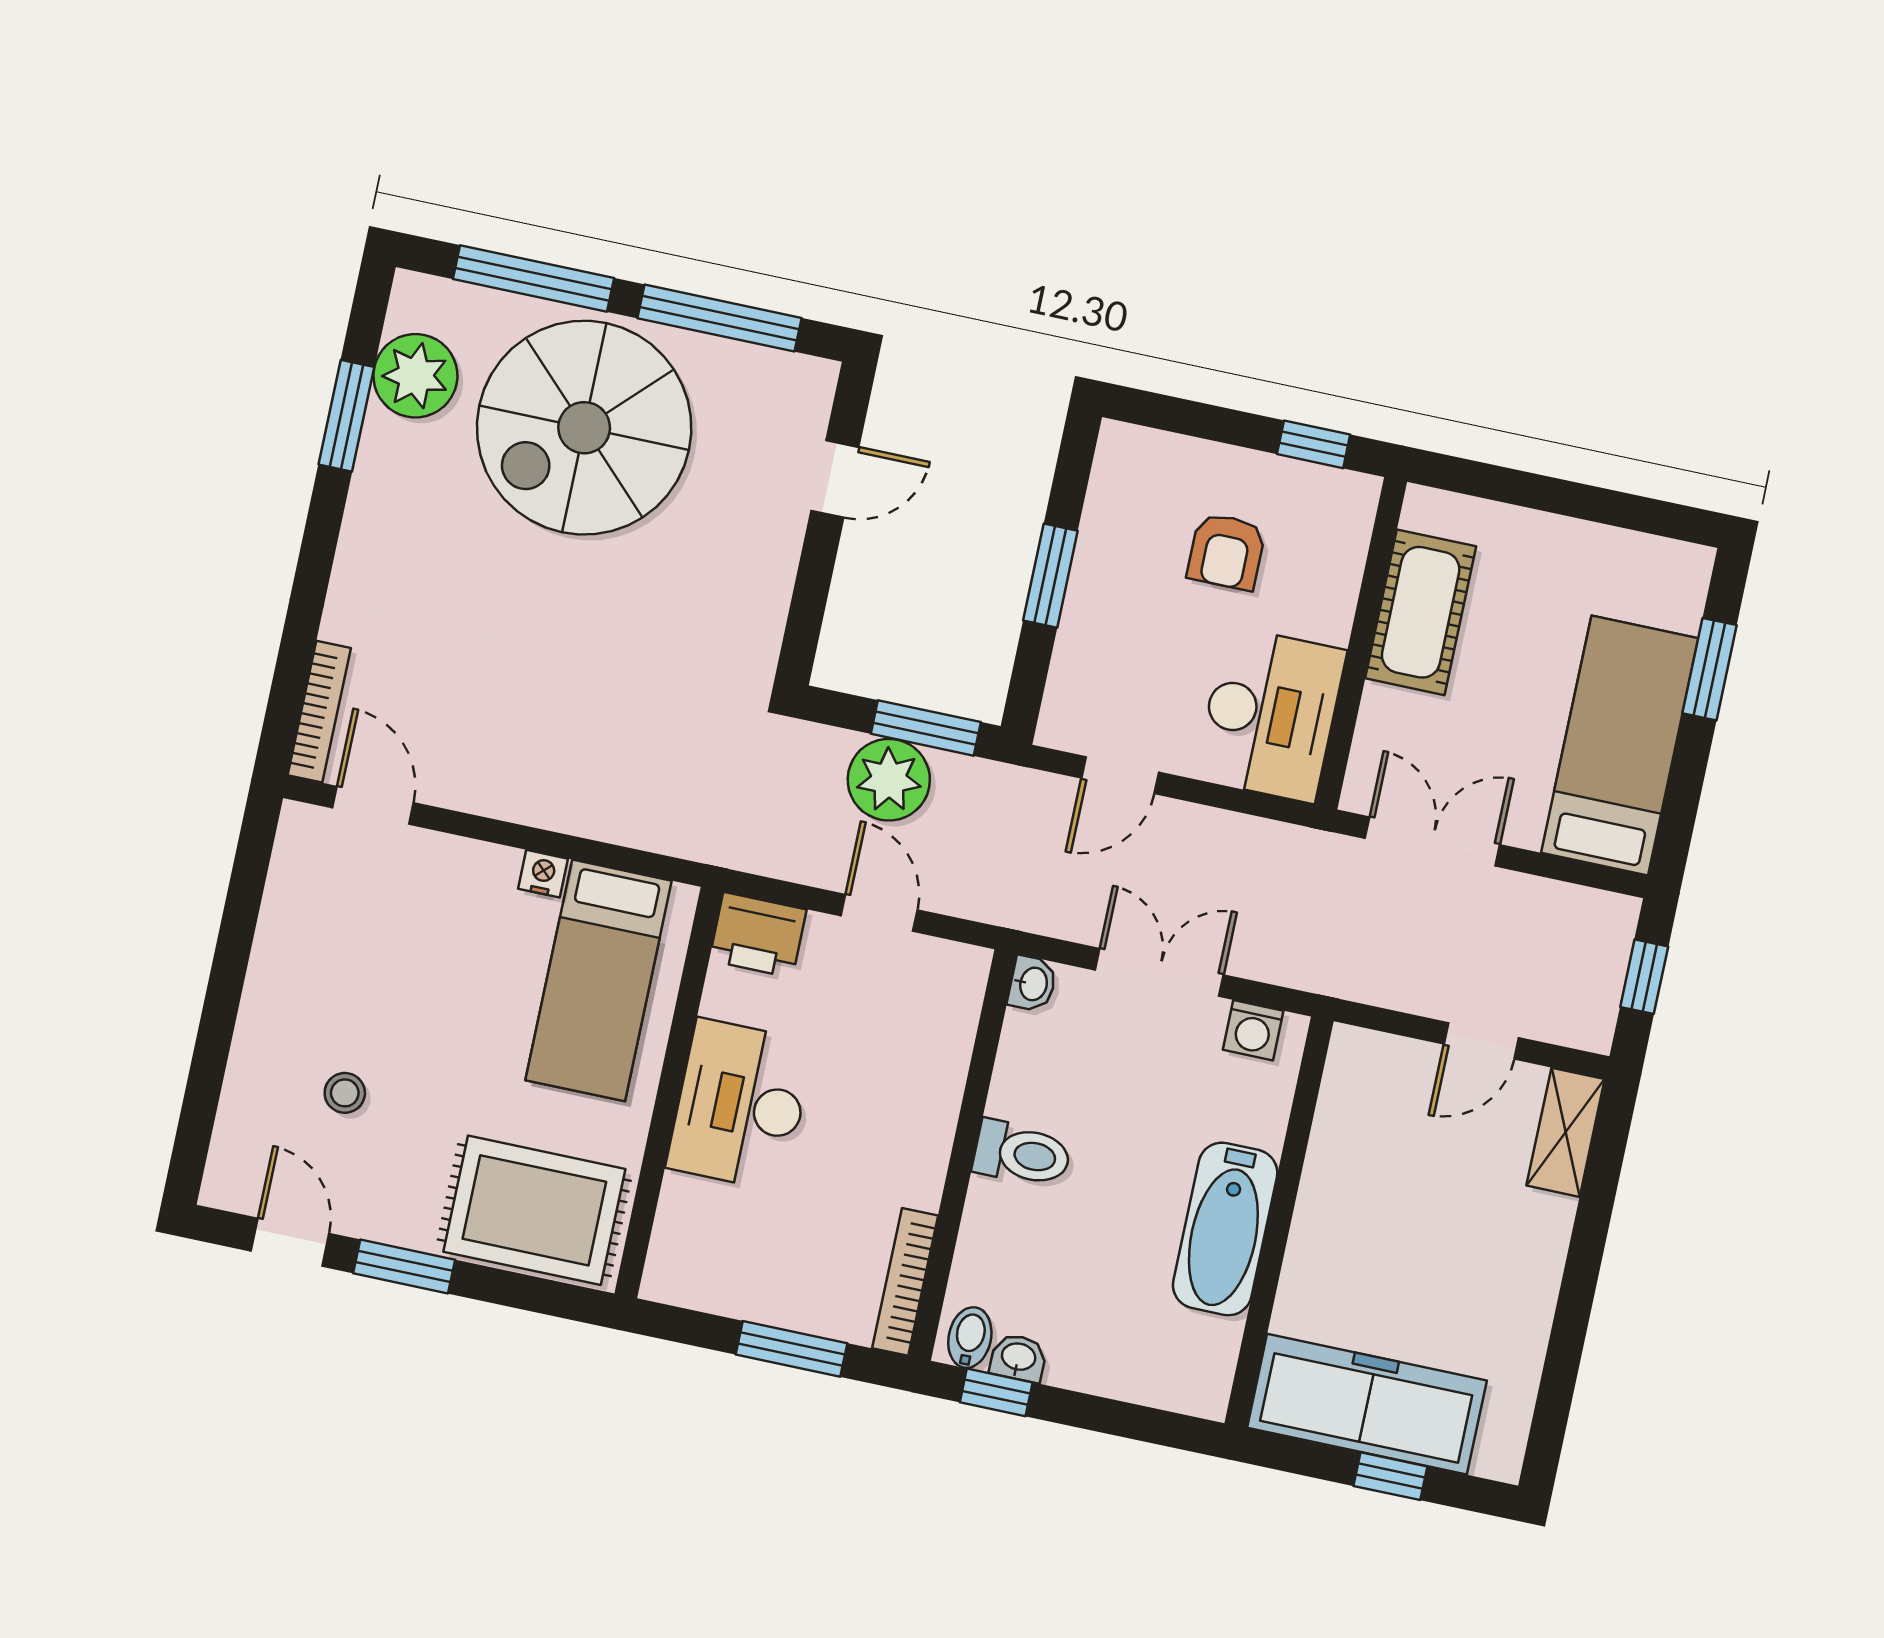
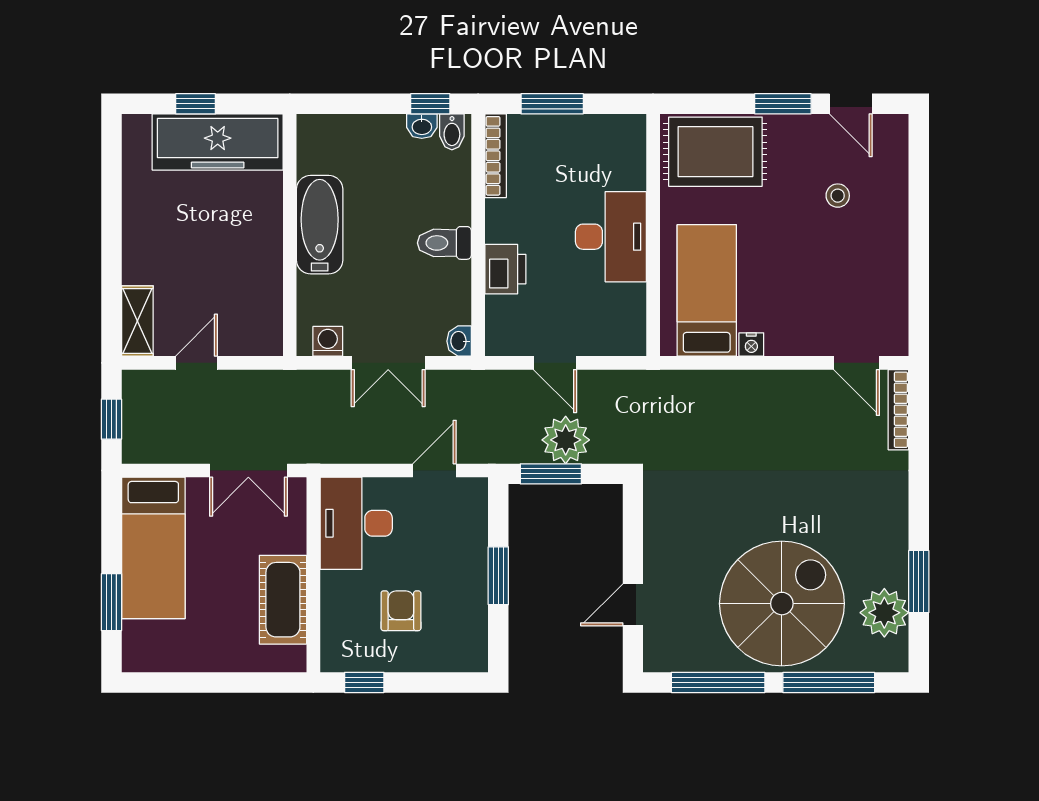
printer: (758, 935) -> (505, 269), moved, turned 90

